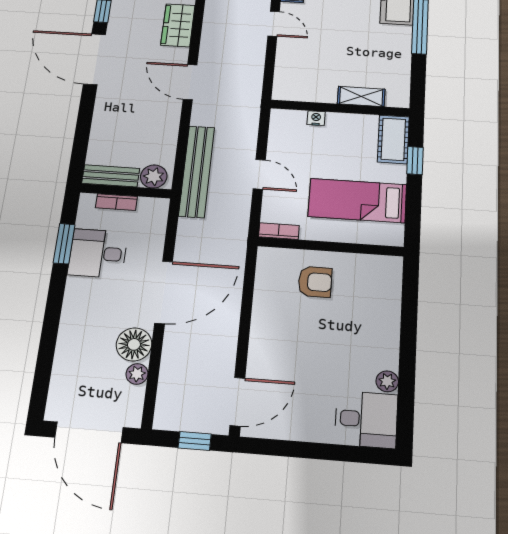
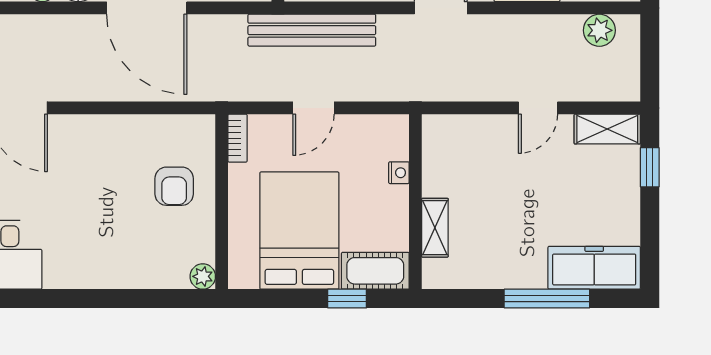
bed: (357, 201) -> (299, 231), width x1.50
plant: (387, 381) -> (203, 276), moved

